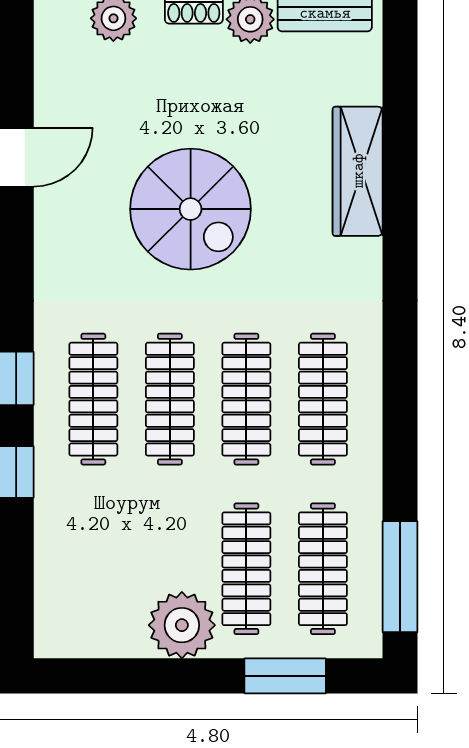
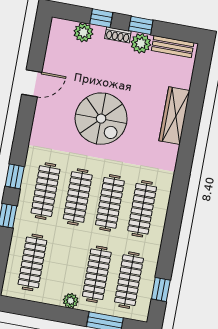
clothes rail: (93, 569) -> (32, 262), added
window: (400, 577) -> (161, 289), width x0.46
plant: (182, 625) -> (71, 301), width x0.53, depth x0.53

